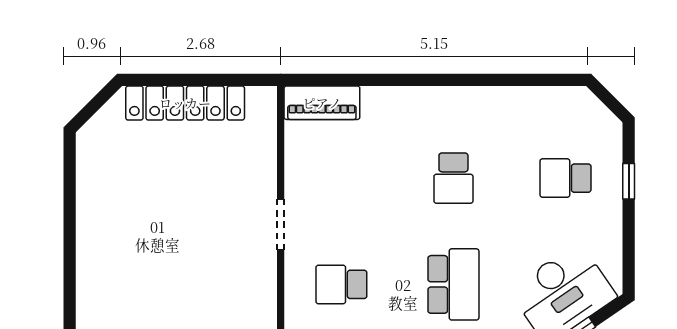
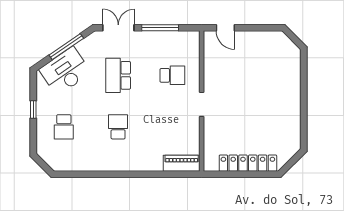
school desk: (565, 178) -> (64, 127), turned 90
window: (629, 181) -> (33, 109), moved

